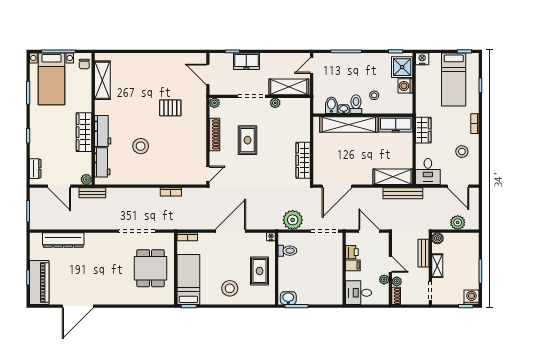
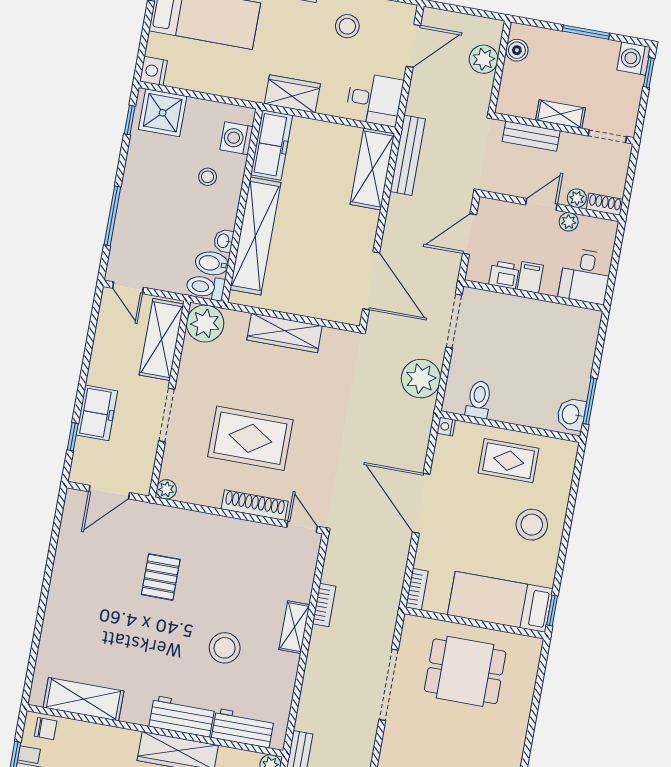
washing machine: (405, 86) -> (236, 138), moved, turned 90
plant: (275, 103) -> (205, 323), moved, width x1.88, depth x1.88
toilet: (356, 104) -> (205, 287), moved
shoe rack: (215, 134) -> (255, 505), moved
rug: (248, 140) -> (250, 438), width x1.36, depth x1.43
wardrobe: (303, 160) -> (285, 333), moved
shelving: (157, 179) -> (294, 627), added
boiler: (437, 238) -> (517, 50), moved

